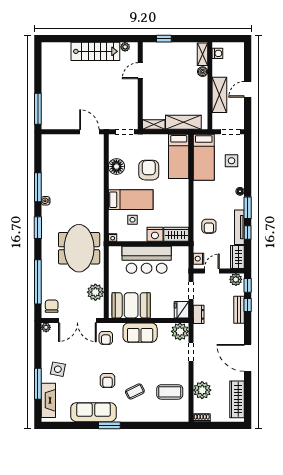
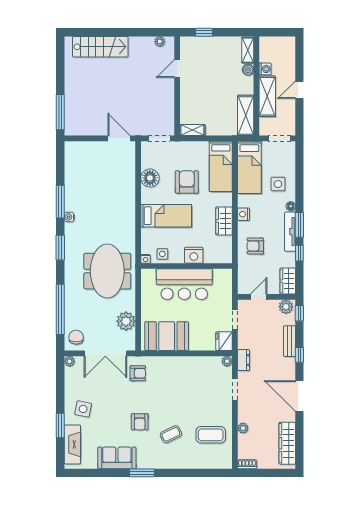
stairs: (95, 51) -> (100, 47), moved
washing machine: (217, 53) -> (265, 69), moved
shelving: (183, 122) -> (246, 115), moved, turned 90
side table: (232, 161) -> (278, 184), moved
side table: (132, 220) -> (162, 254), moved
armchair: (209, 226) -> (255, 246), turned 90
tv unit: (239, 227) -> (290, 232), moved
wardrobe: (176, 234) -> (224, 221), moved, turned -90
nightstand: (199, 259) -> (243, 214), moved
window: (248, 305) -> (299, 355), moved
dresser: (199, 314) -> (244, 360), moved
plant: (180, 331) -> (227, 361), width x0.53, depth x0.53
sofa: (140, 333) -> (177, 367), removed
armchair: (106, 338) -> (138, 373), turned -90
window: (38, 384) -> (60, 425), width x0.69
plant: (202, 390) -> (243, 428), width x0.53, depth x0.53
sofa: (93, 412) -> (117, 458), width x0.73

